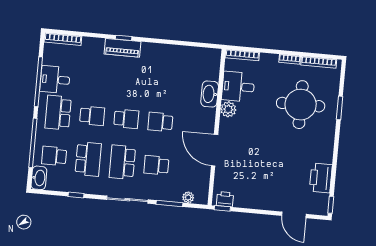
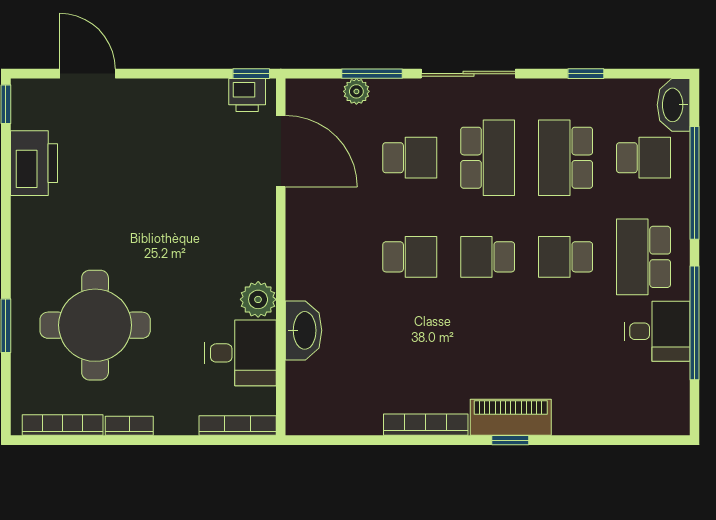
bookcase: (63, 39) -> (426, 425), moved
school desk: (58, 113) -> (644, 257), turned 180
door: (215, 150) -> (281, 151), moved
plant: (188, 197) -> (356, 91), moved

